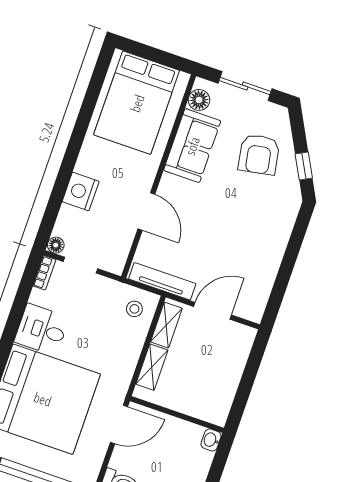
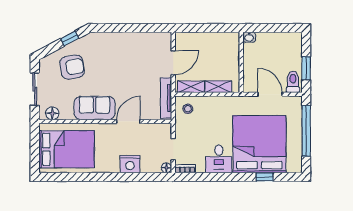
sofa: (192, 146) -> (95, 108), moved
door: (212, 311) -> (173, 63), swing flipped
door: (119, 425) -> (270, 94), moved

